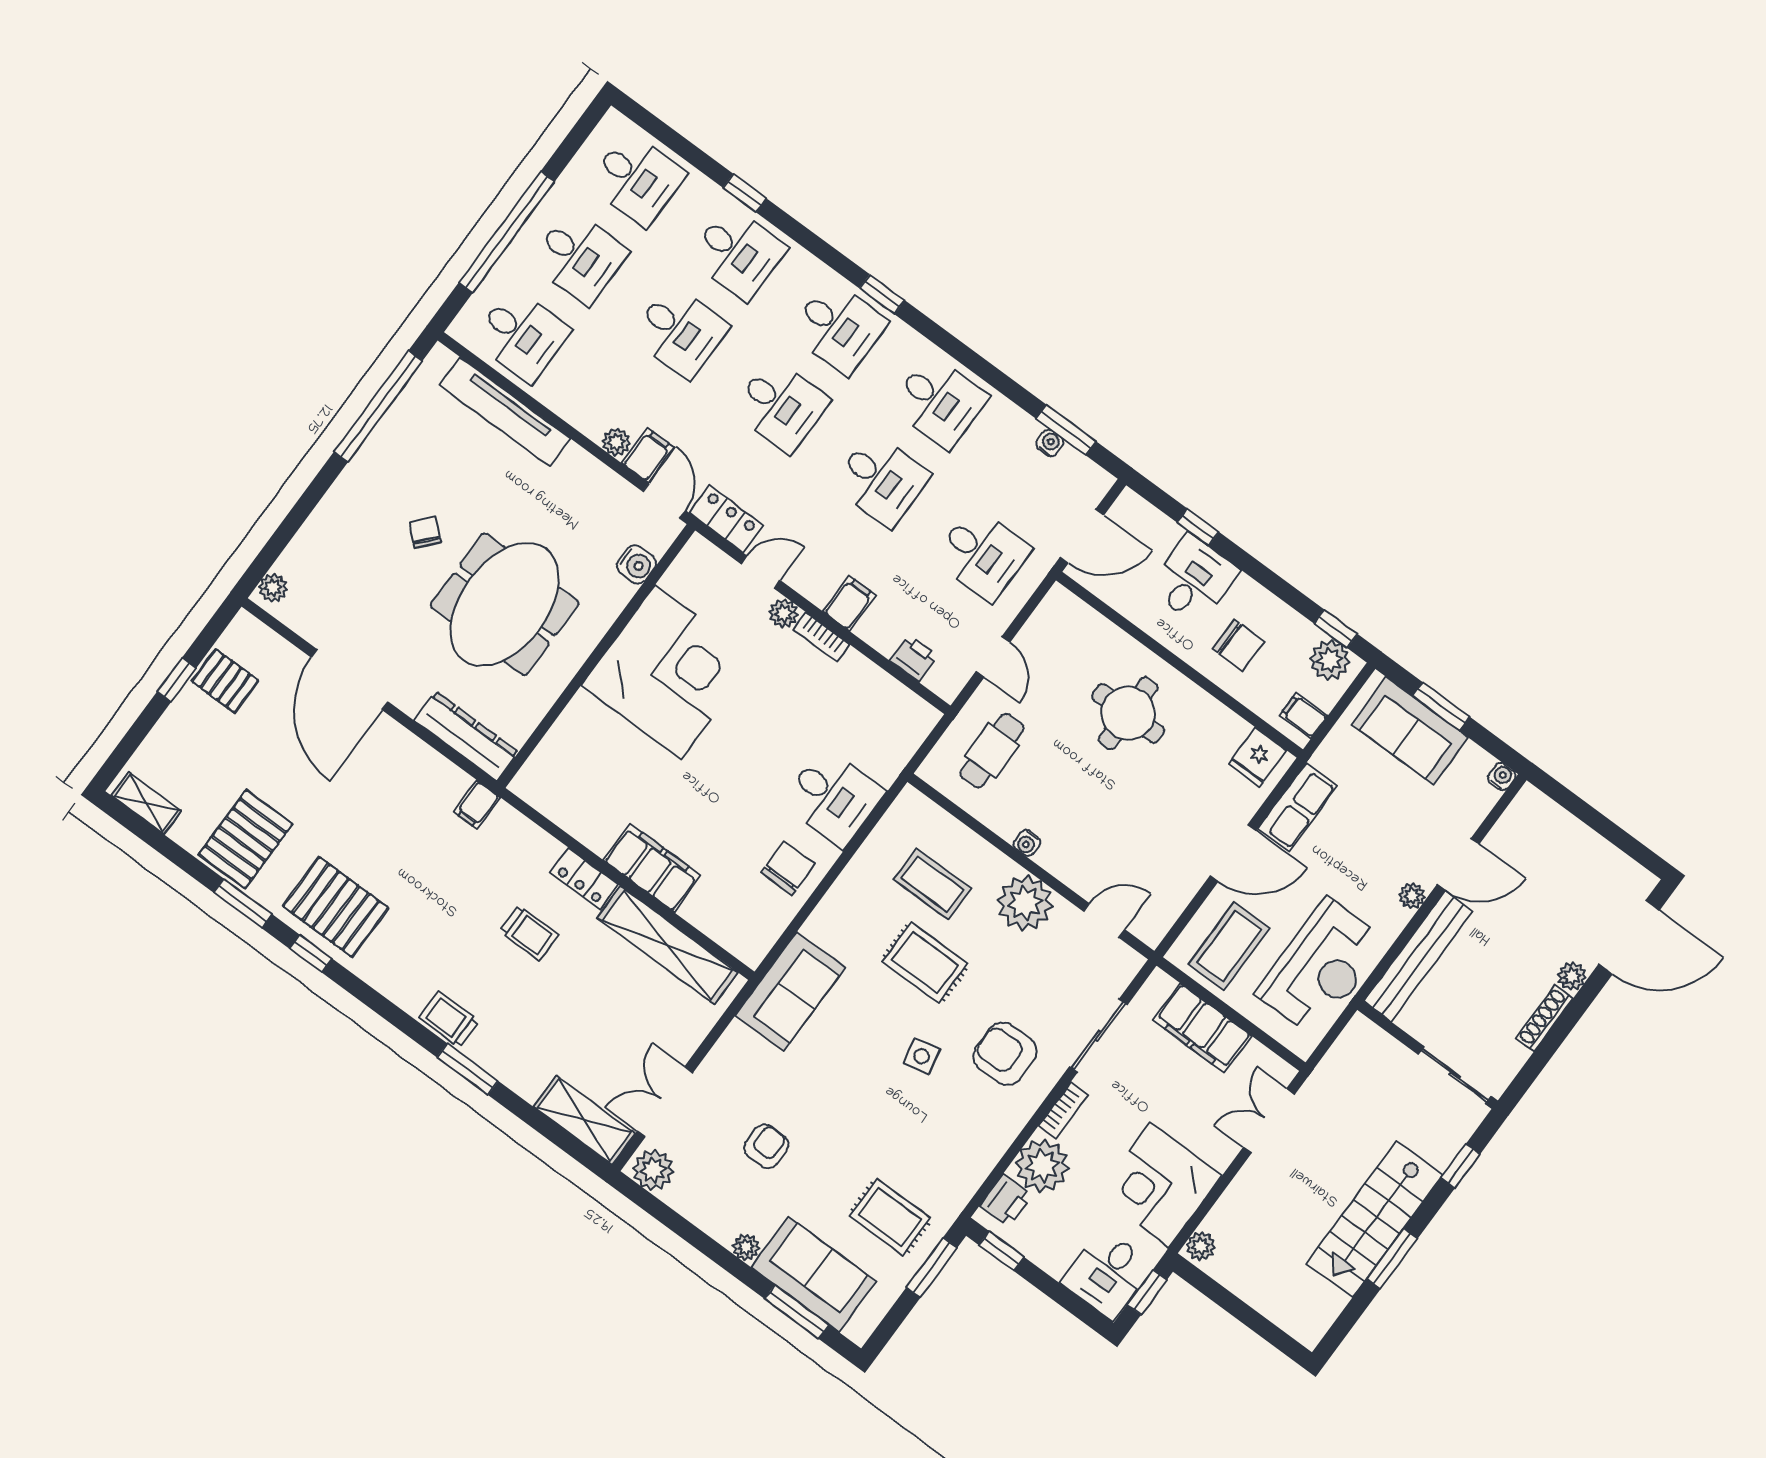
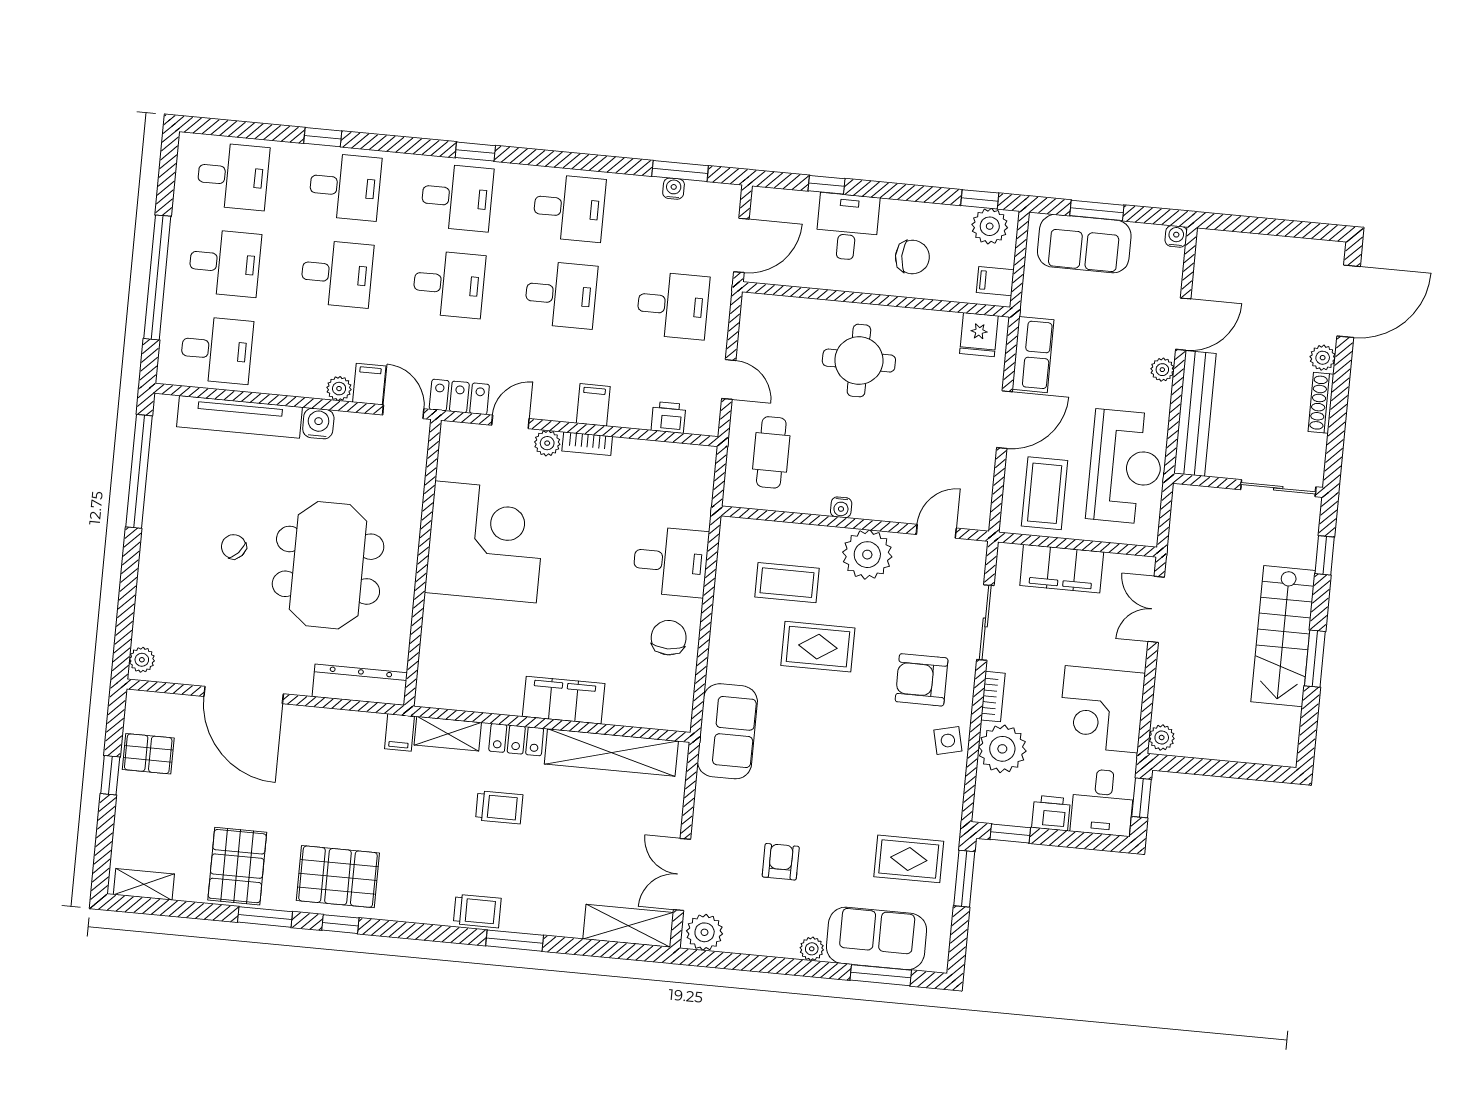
water cooler: (636, 564) -> (318, 423), moved, turned -90
shelving: (522, 834) -> (448, 734), added
trolley: (449, 1019) -> (477, 911), turned 180
side table: (922, 1056) -> (948, 741), moved
printer: (1006, 1200) -> (1051, 813), moved, turned -90

